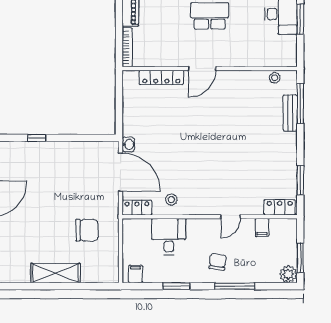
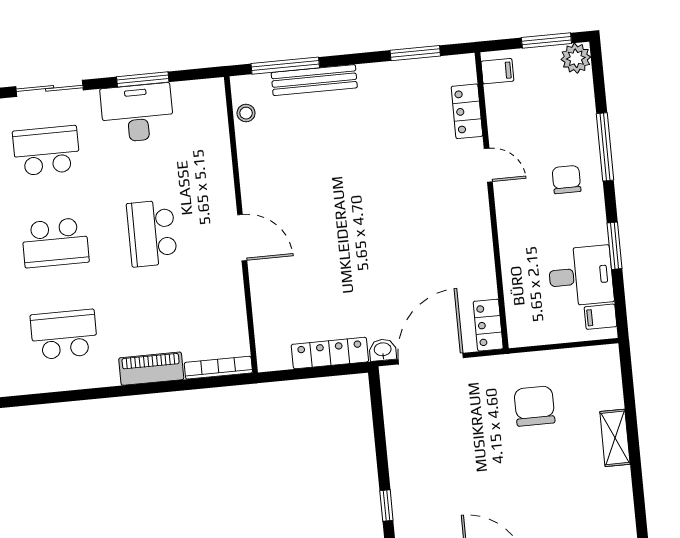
locker: (161, 77) -> (330, 353), moved, turned -90
bench: (290, 113) -> (314, 80), width x1.36
stool: (171, 200) -> (469, 268), removed
locker: (280, 207) -> (467, 111), moved
filing cabinet: (262, 227) -> (497, 71), moved
desk: (169, 237) -> (581, 276), moved, turned 180
chair: (218, 262) -> (567, 180), turned 83
shelving: (55, 273) -> (615, 438), width x0.67, depth x0.75

